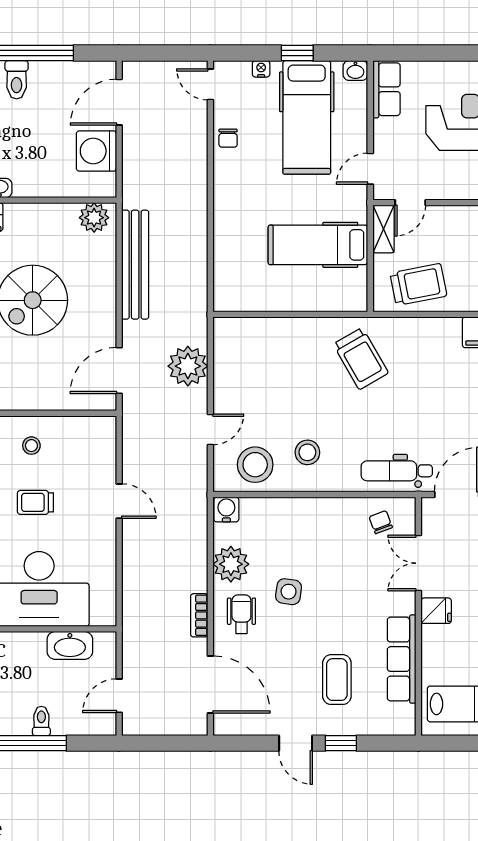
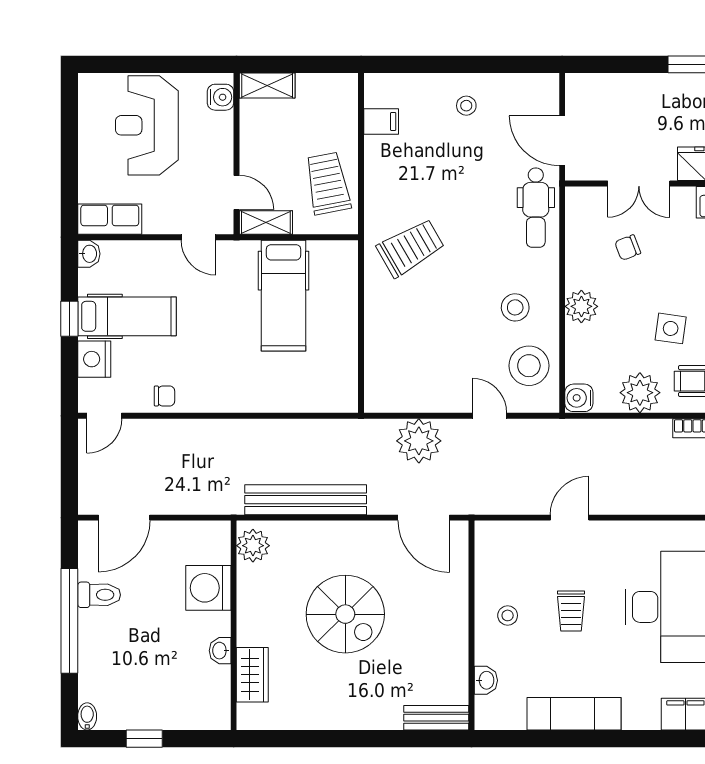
nightstand: (261, 69) -> (94, 359), width x1.89, depth x1.79
toilet: (17, 80) -> (99, 595), moved
door: (119, 102) -> (124, 518), hinge flipped
hospital bed: (307, 117) -> (127, 316), width x0.73, depth x0.78
washing machine: (96, 151) -> (208, 588), moved, turned 90
plant: (308, 512) -> (581, 306), added
chair: (381, 522) -> (628, 248), moved

